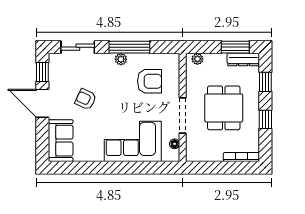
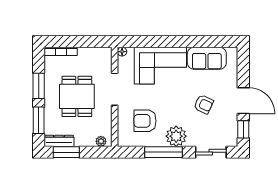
plant: (121, 59) -> (176, 136), width x1.87, depth x1.87
window: (265, 82) -> (39, 120), width x1.50
window: (265, 119) -> (39, 86), width x1.50
sofa: (61, 141) -> (207, 58), moved, turned -90
floor lamp: (175, 144) -> (122, 52), moved

